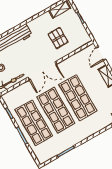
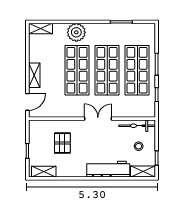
double door: (42, 71) -> (98, 119), width x0.73
plant: (94, 125) -> (76, 32), added

